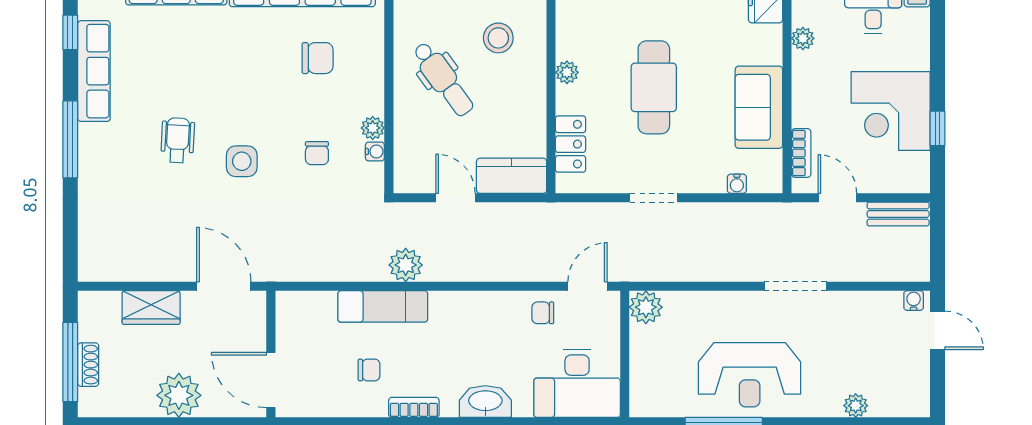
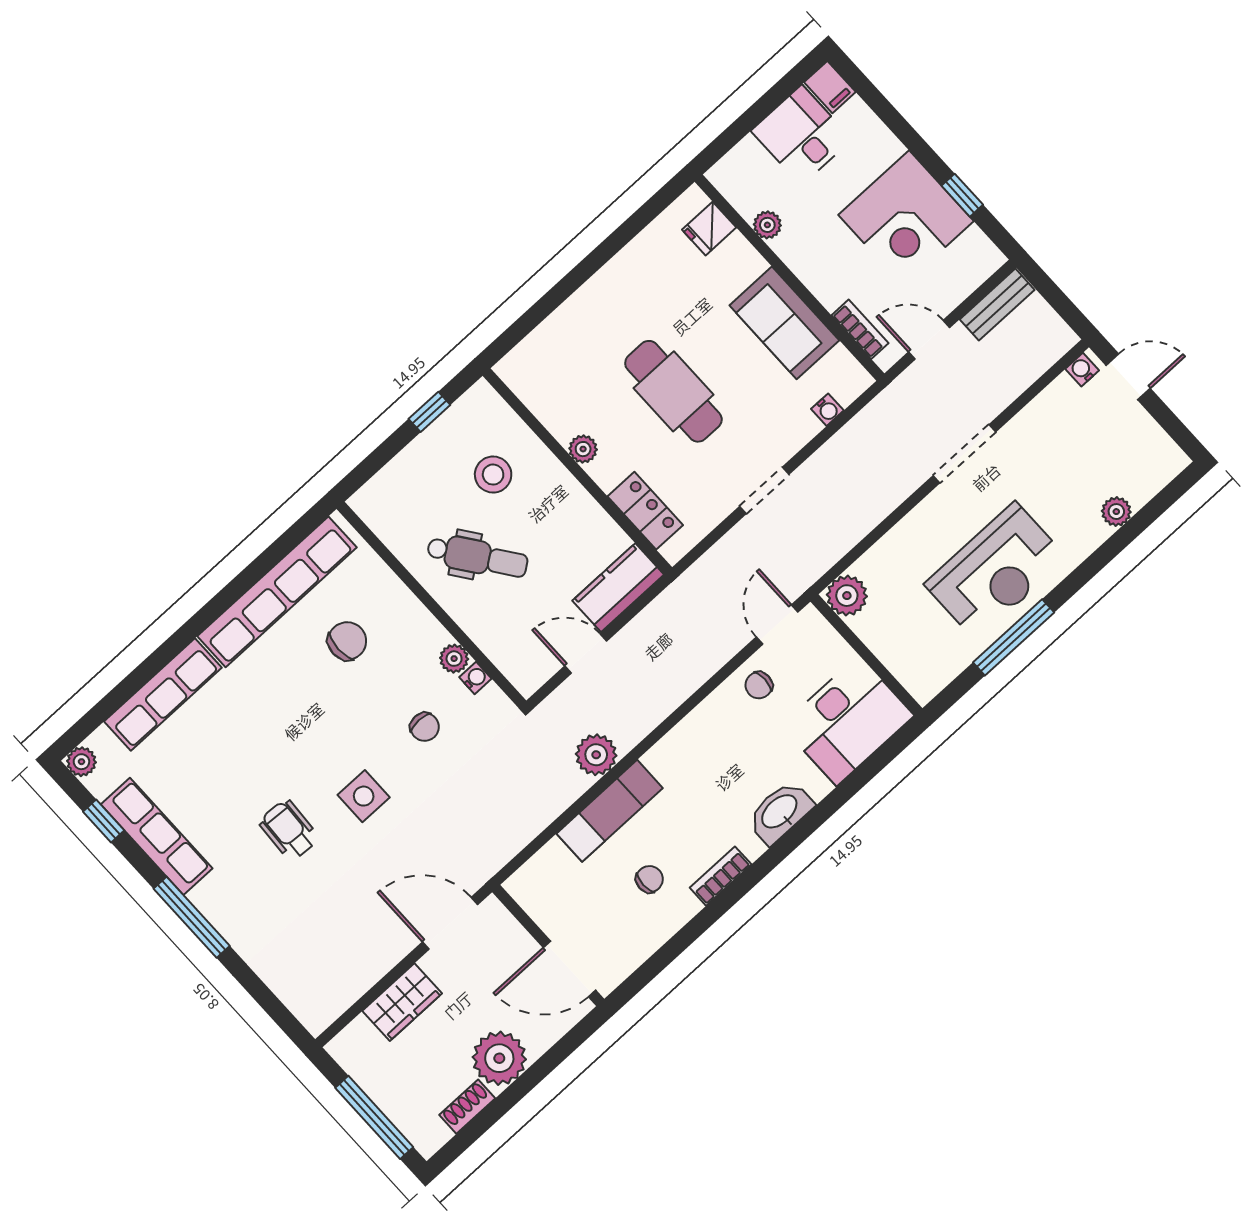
shoe rack: (88, 365) -> (467, 1107), moved, turned -90

